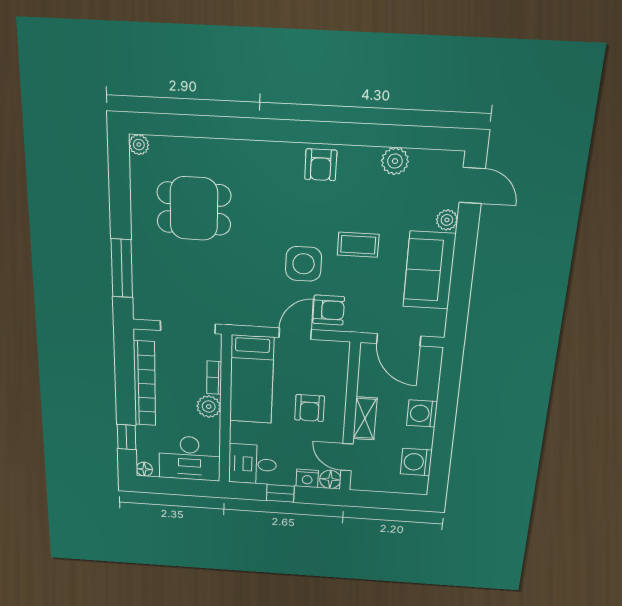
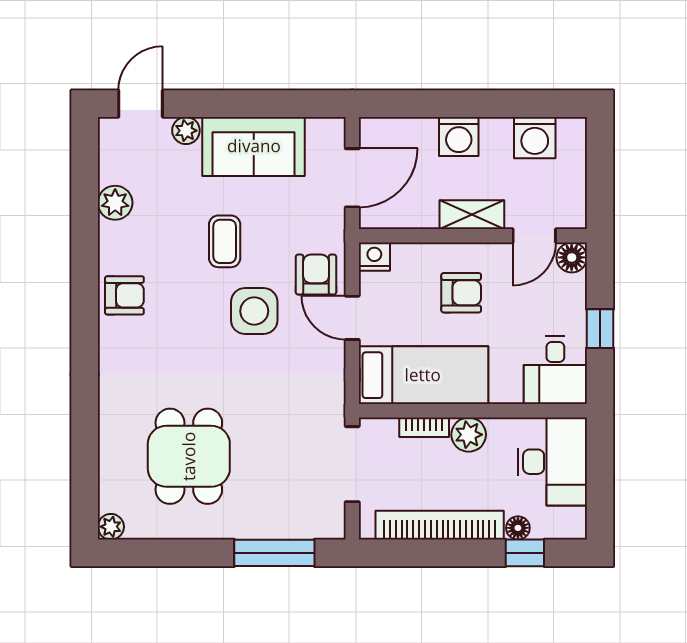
floor lamp: (144, 469) -> (518, 528), moved
nightstand: (307, 478) -> (374, 257), moved, turned -90

